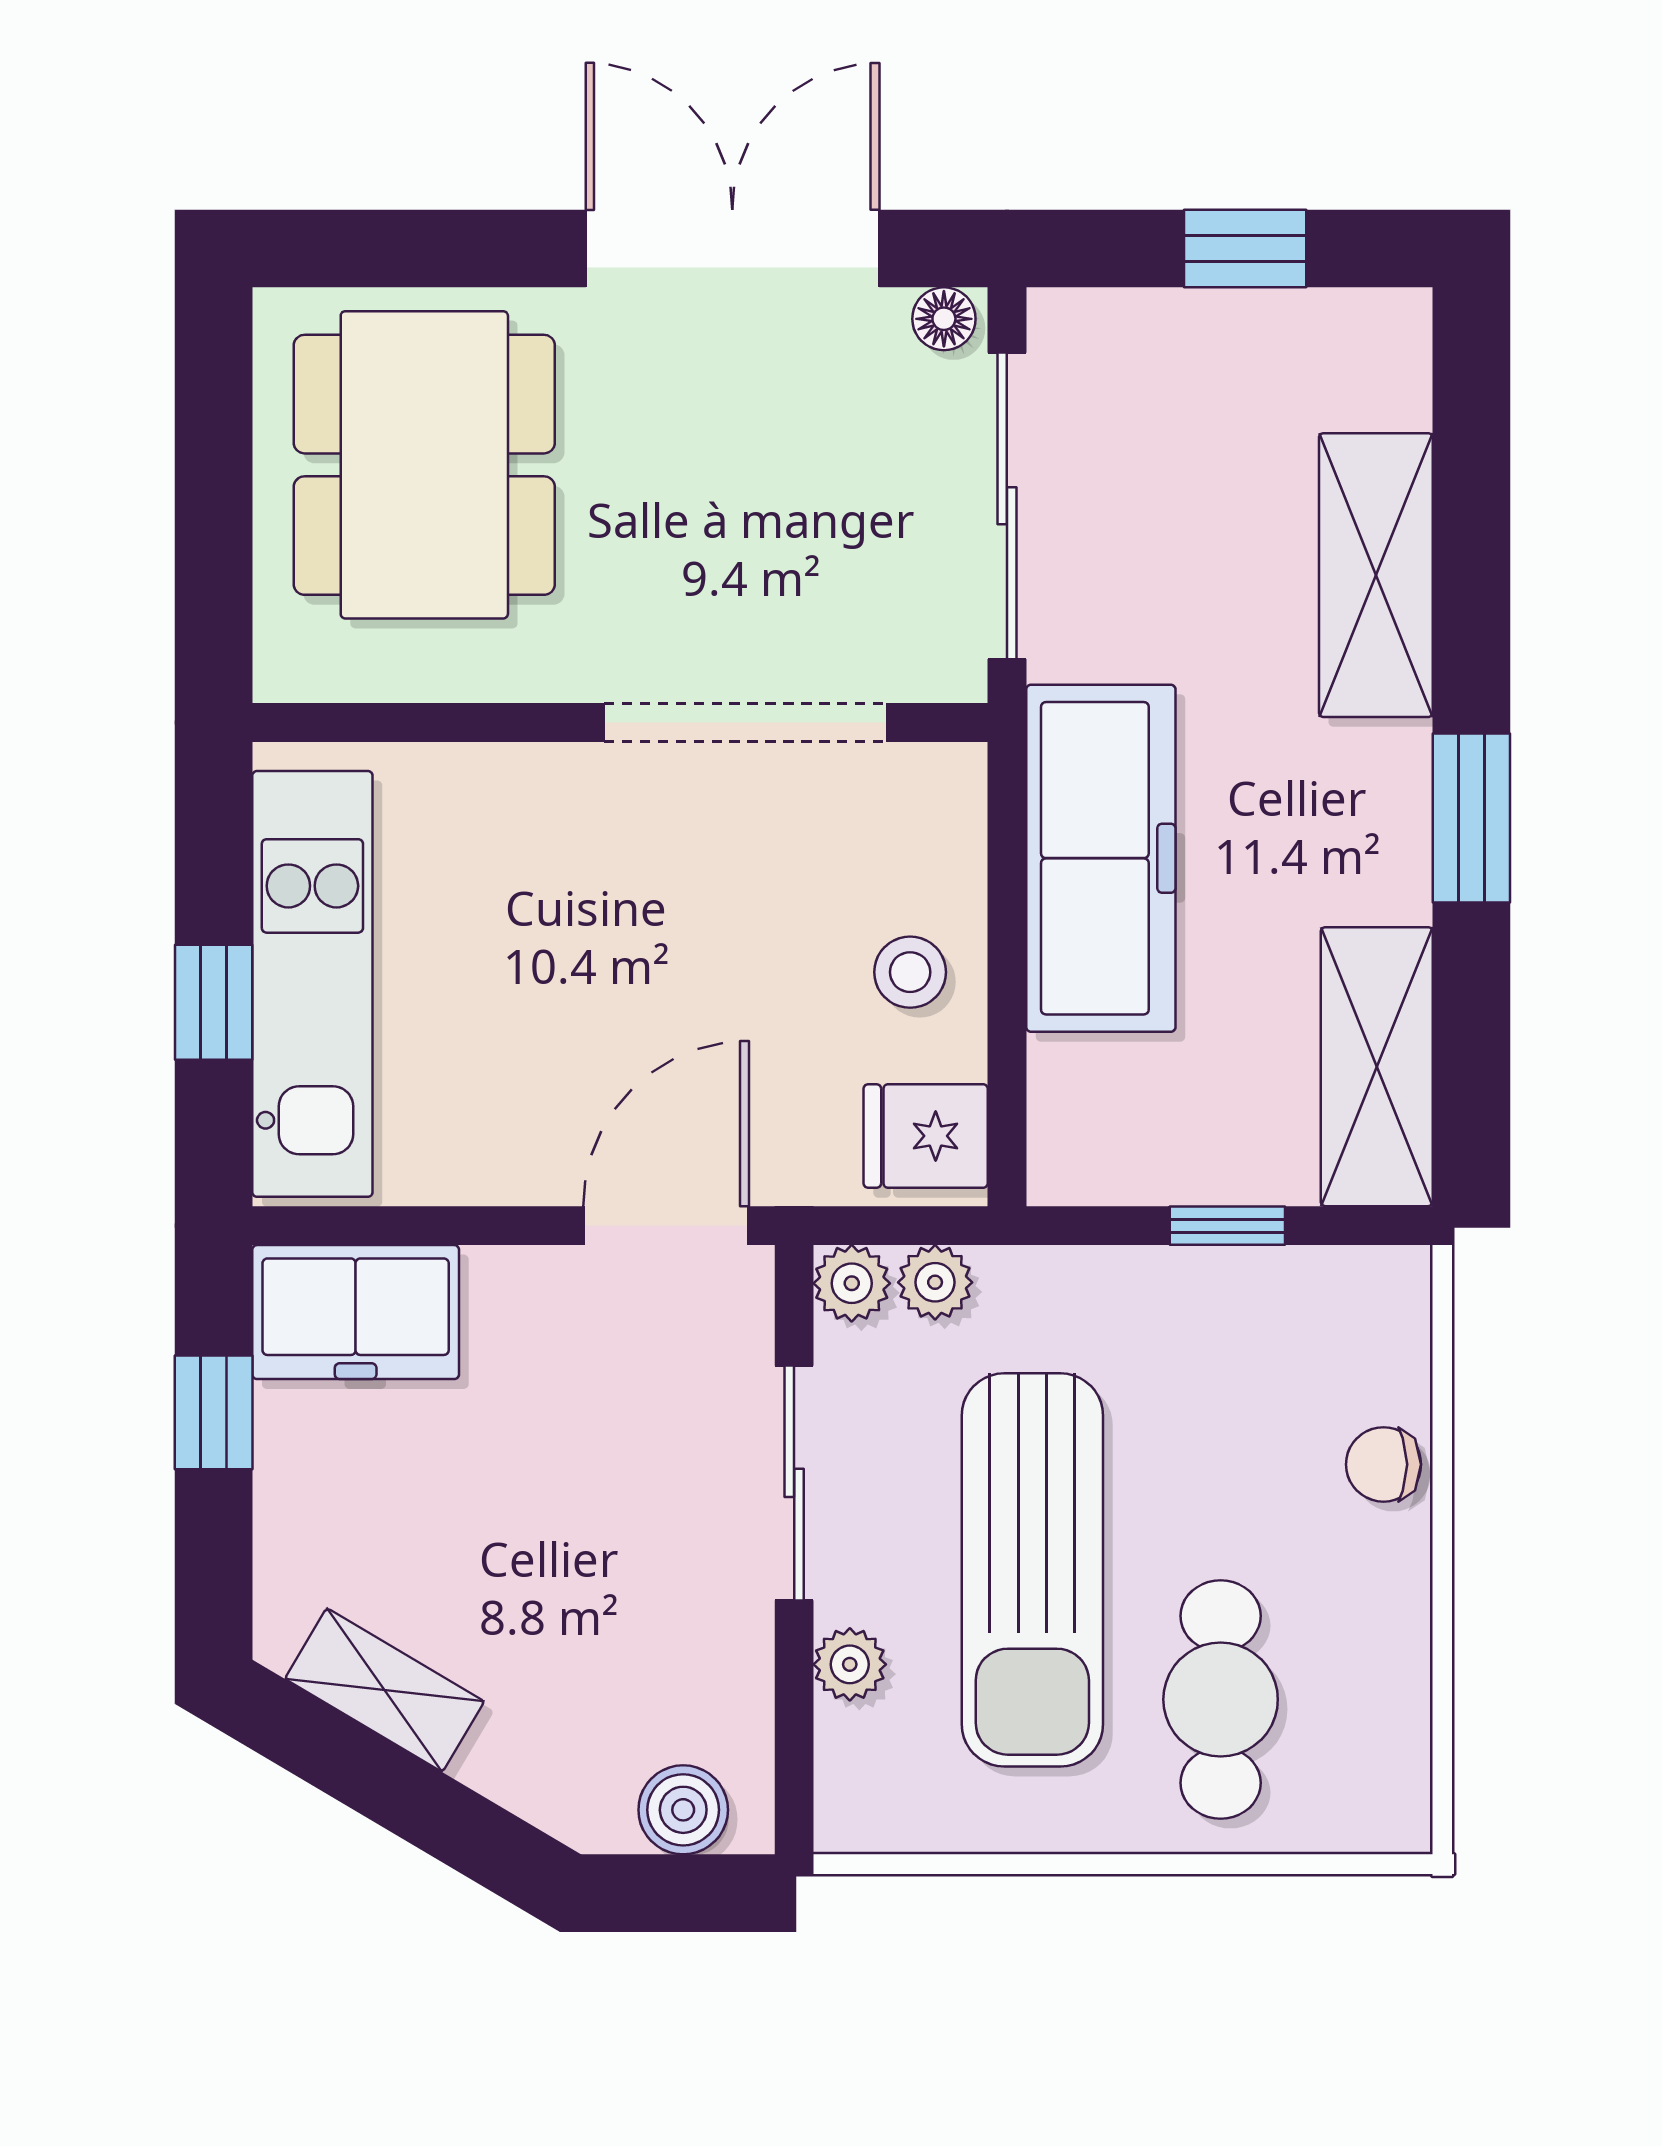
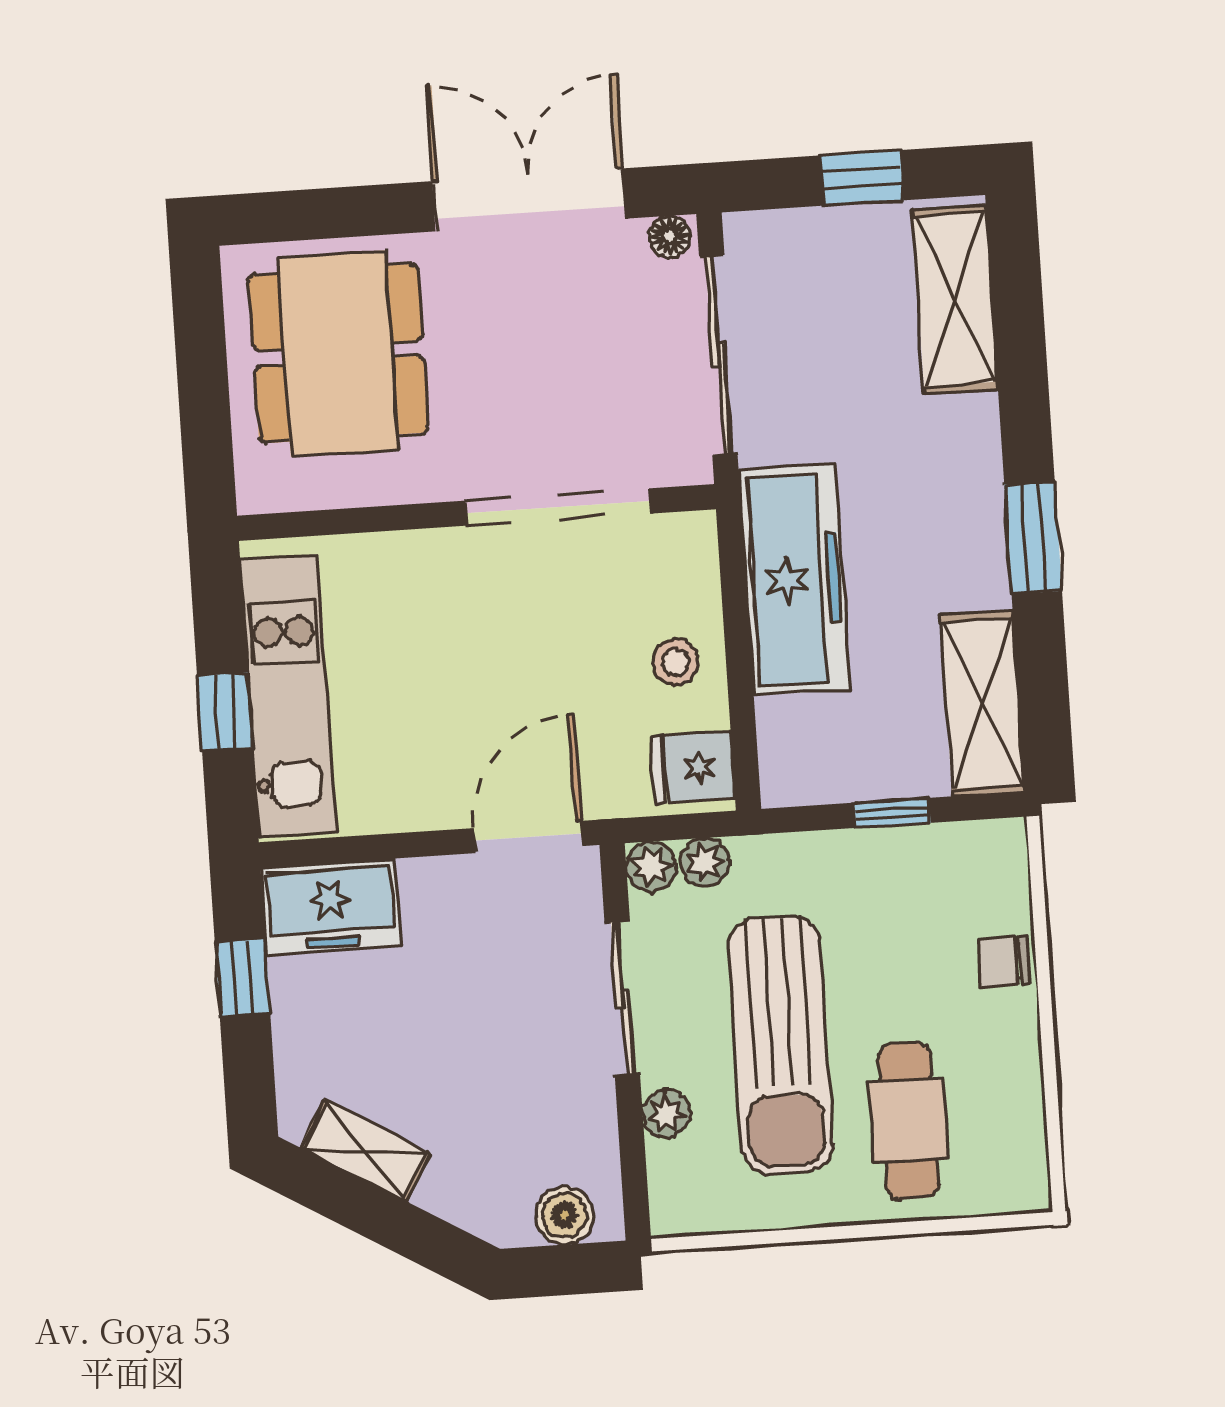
shelving: (1376, 575) -> (955, 299), moved

